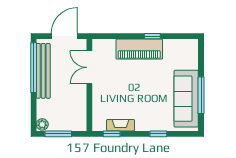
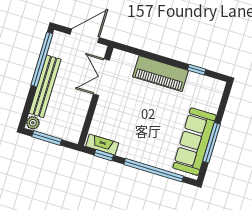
window: (152, 36) -> (197, 70), moved
bench: (43, 71) -> (45, 86), moved
fireplace: (120, 125) -> (102, 145), moved
window: (158, 134) -> (154, 170), width x3.17

